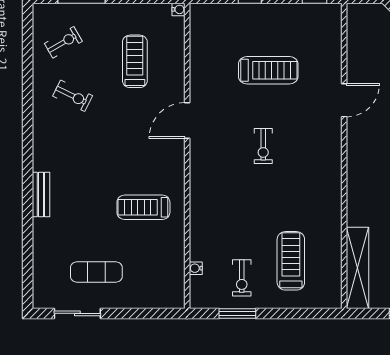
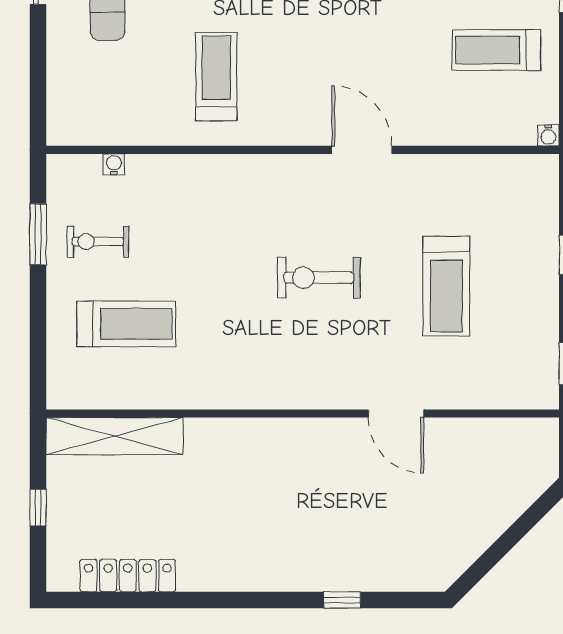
treadmill: (135, 61) -> (496, 50), moved, turned 180
exercise bike: (263, 146) -> (319, 278), width x1.38, depth x1.39

